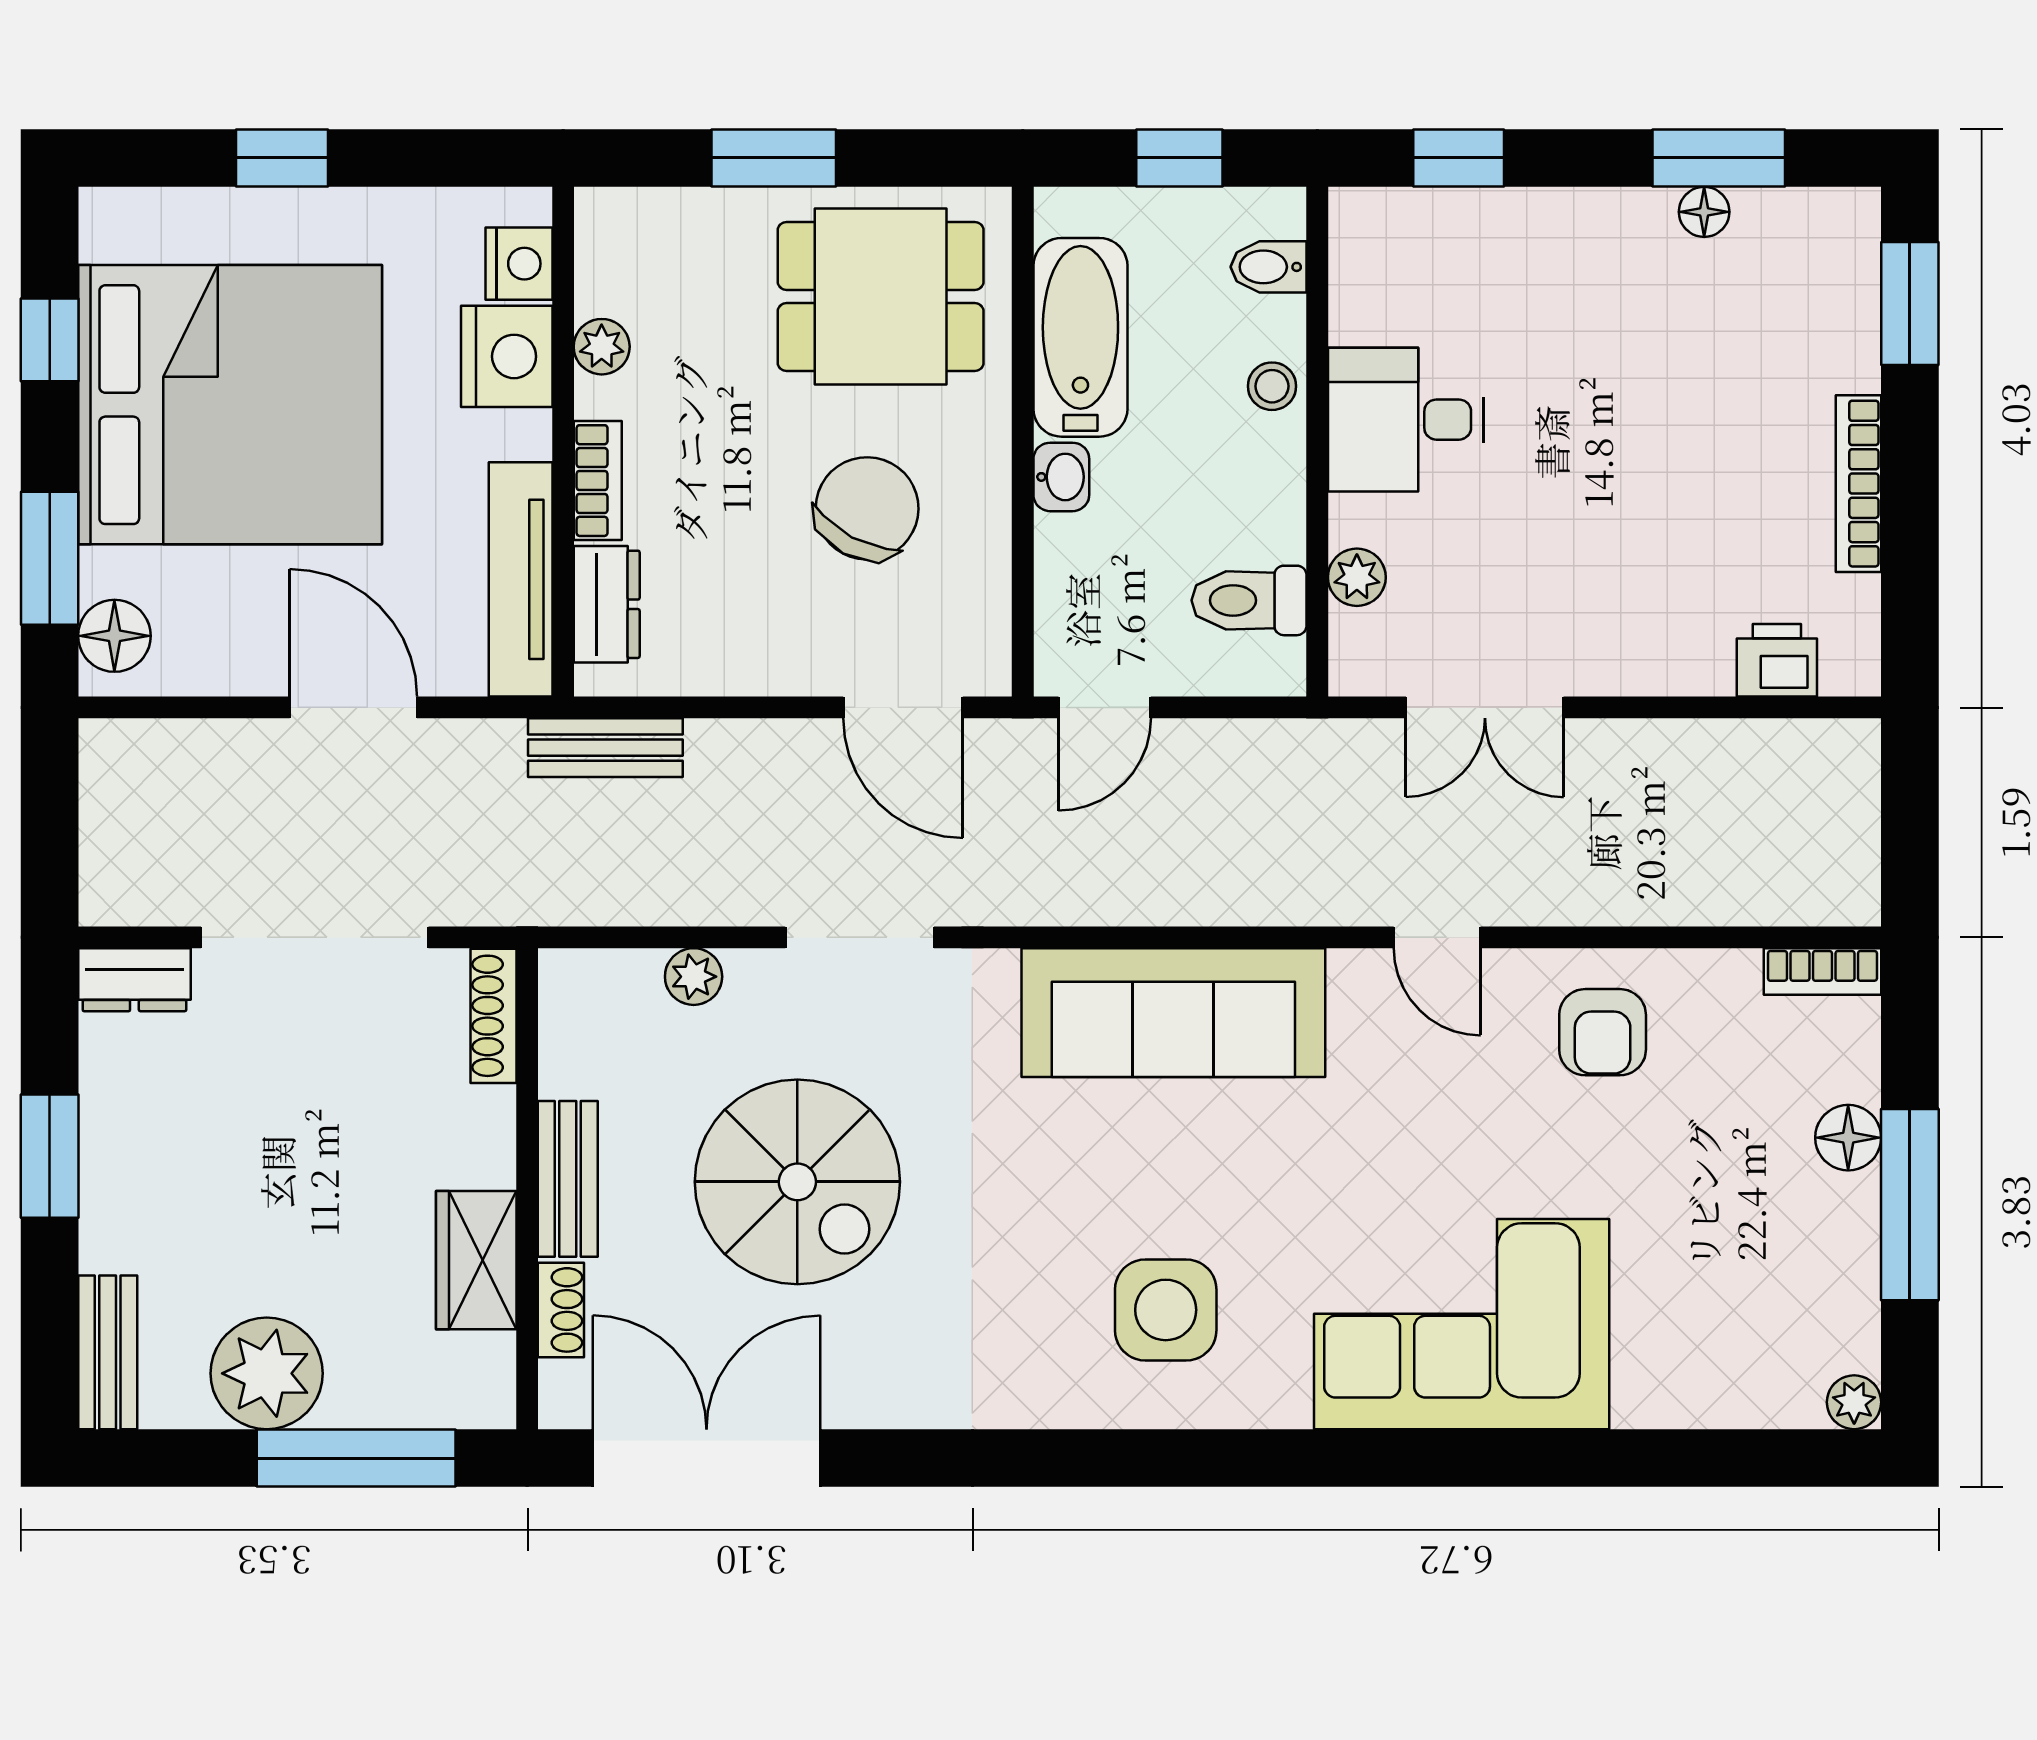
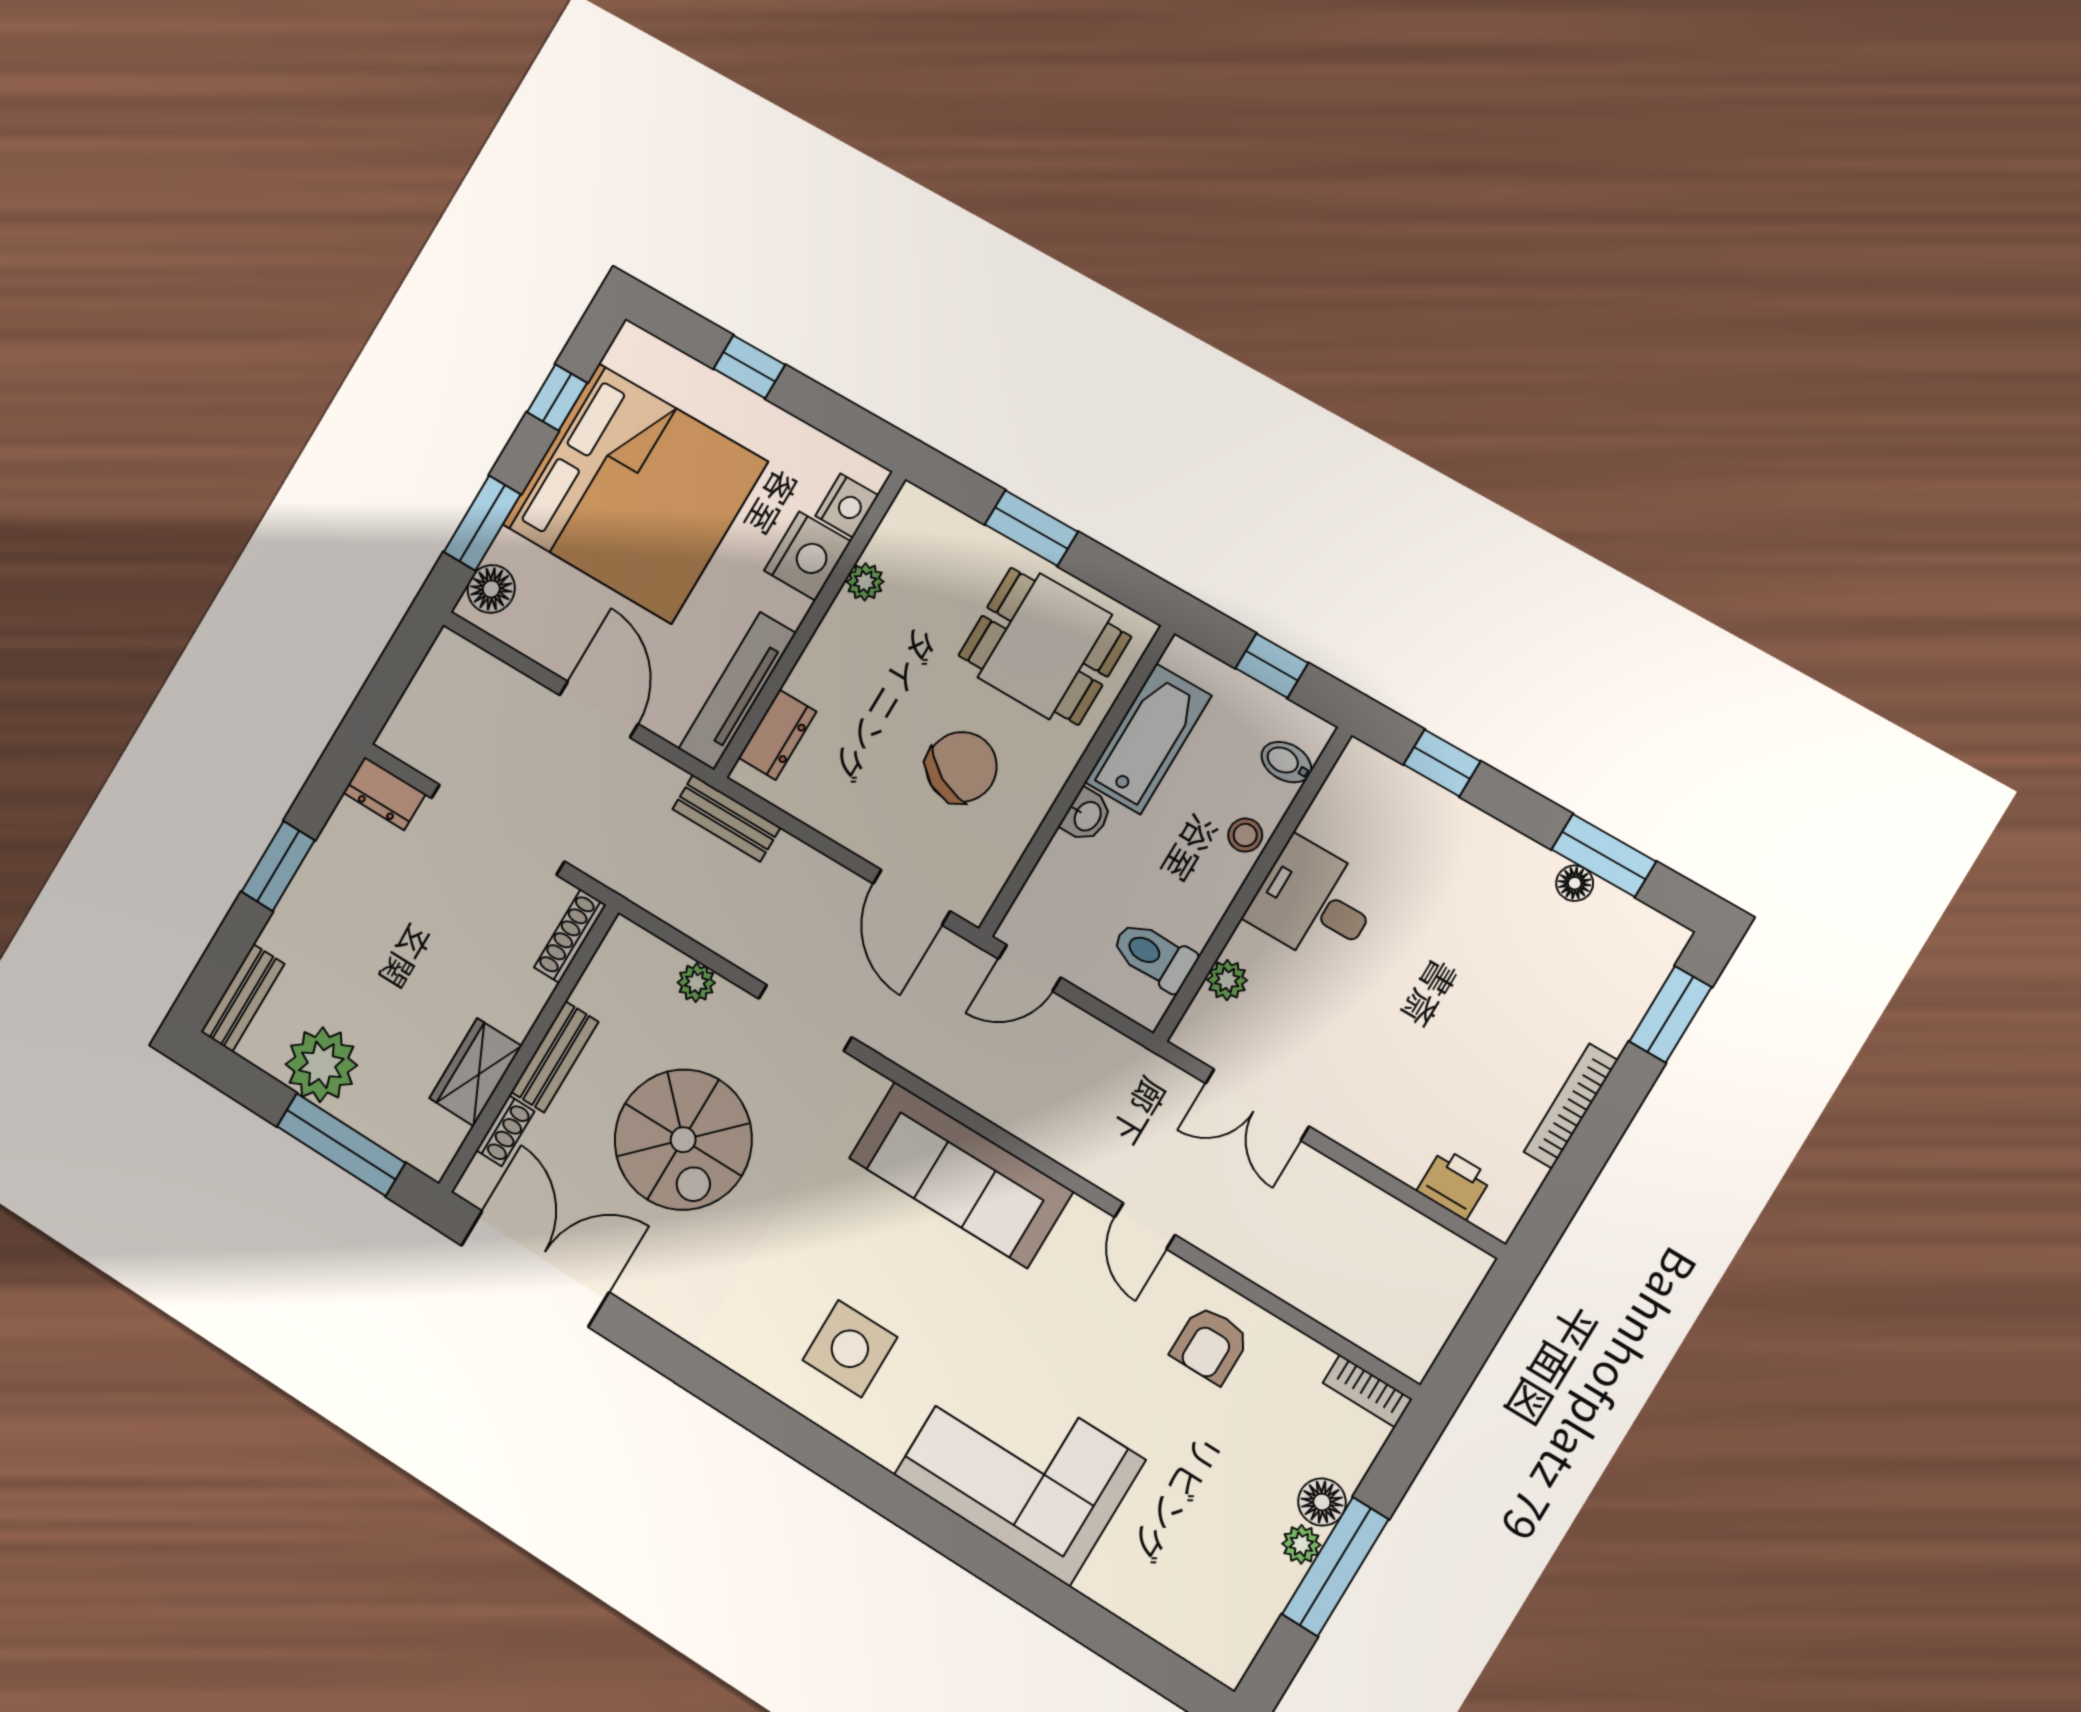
bookcase: (598, 481) -> (816, 659), removed
plant: (1854, 1402) -> (1301, 1544), moved

